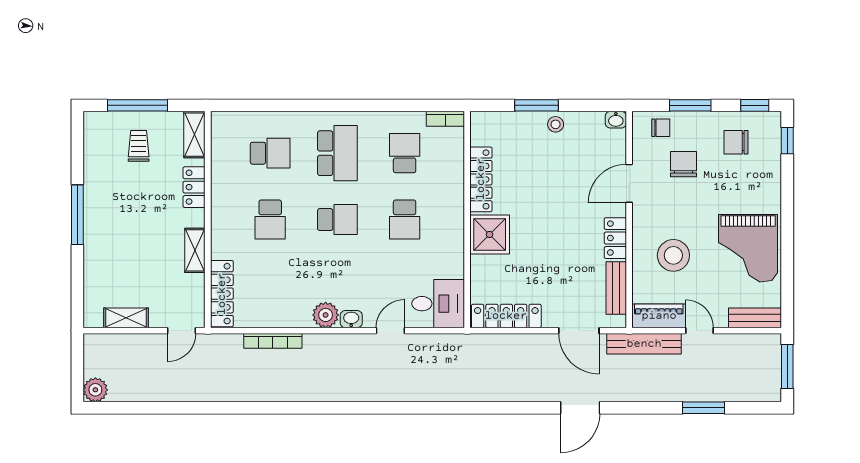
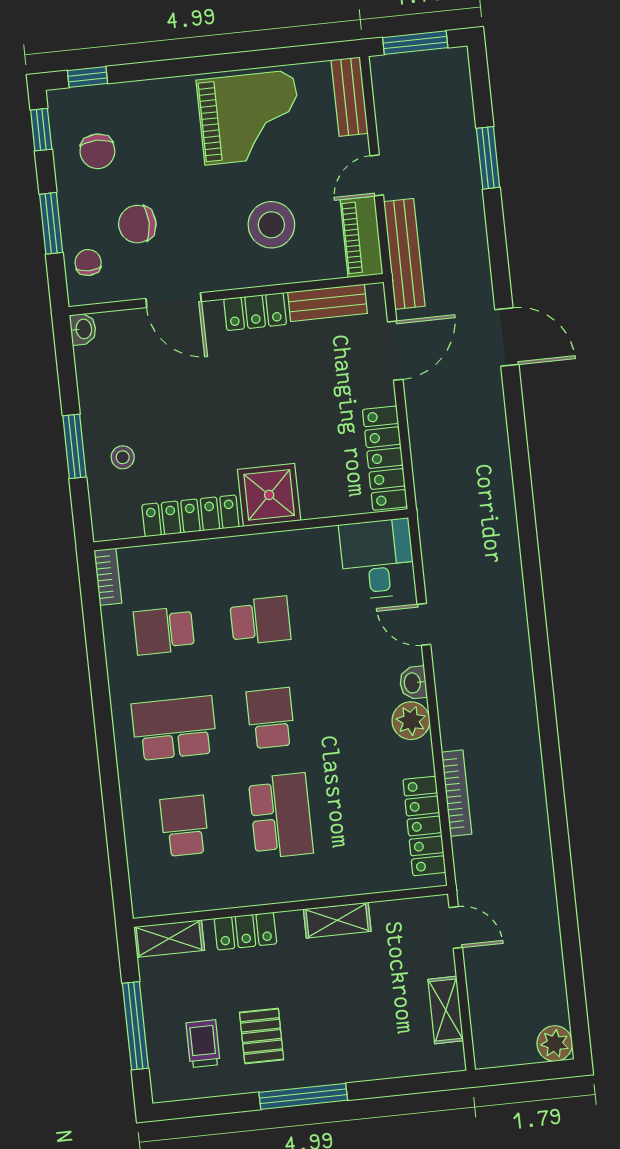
stool: (556, 124) -> (123, 457), moved
trolley: (139, 146) -> (203, 1044), moved, turned 90
pallet: (121, 191) -> (262, 1036), added
school desk: (270, 220) -> (281, 816), width x1.85
locker: (222, 294) -> (424, 826), moved, turned -90

